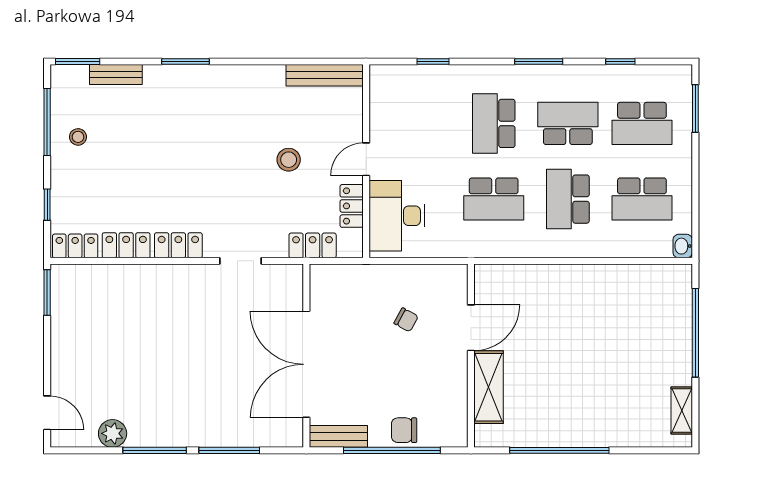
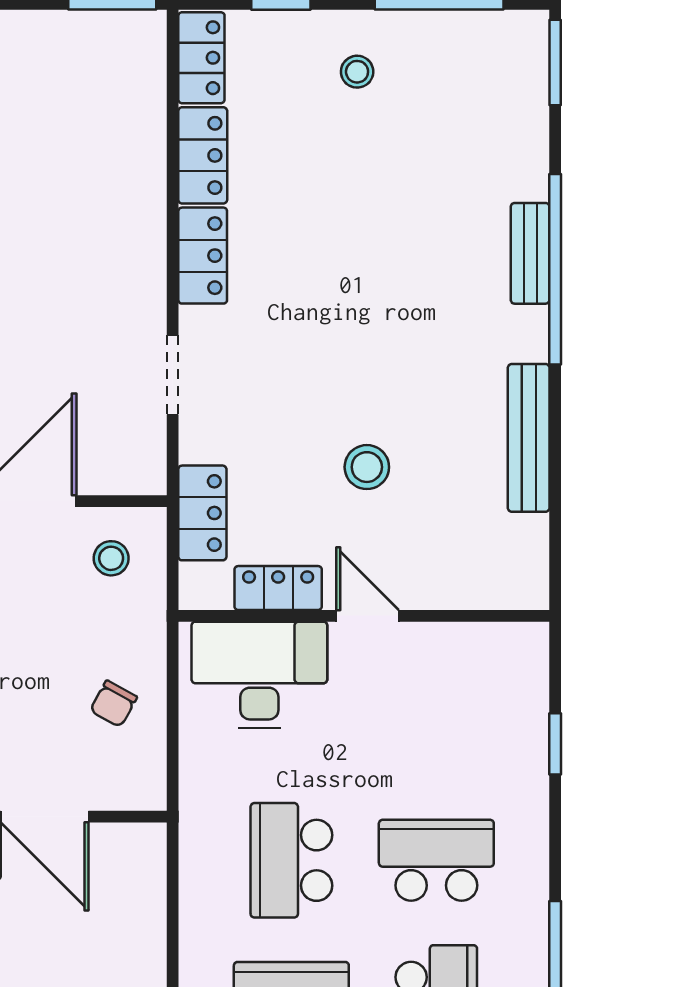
window: (185, 62) -> (555, 269), width x2.11
bench: (116, 75) -> (530, 253), moved
bench: (325, 75) -> (529, 438), moved
stool: (78, 137) -> (357, 72), moved
stool: (336, 293) -> (111, 558), added
chair: (406, 320) -> (113, 704), moved

